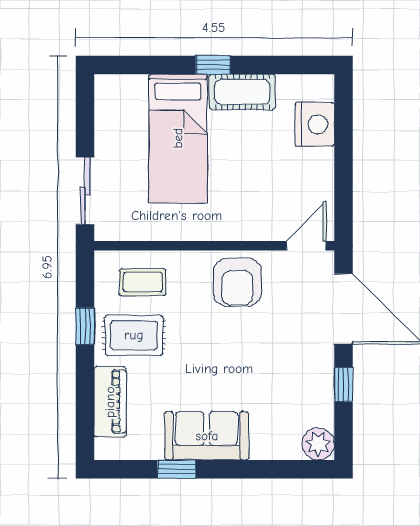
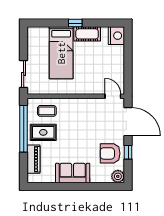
nightstand: (315, 124) -> (116, 36), moved
door: (306, 246) -> (113, 96), hinge flipped
armchair: (237, 282) -> (110, 153), moved, turned 90
window: (85, 326) -> (24, 129), width x3.17
window: (177, 469) -> (61, 187), removed

